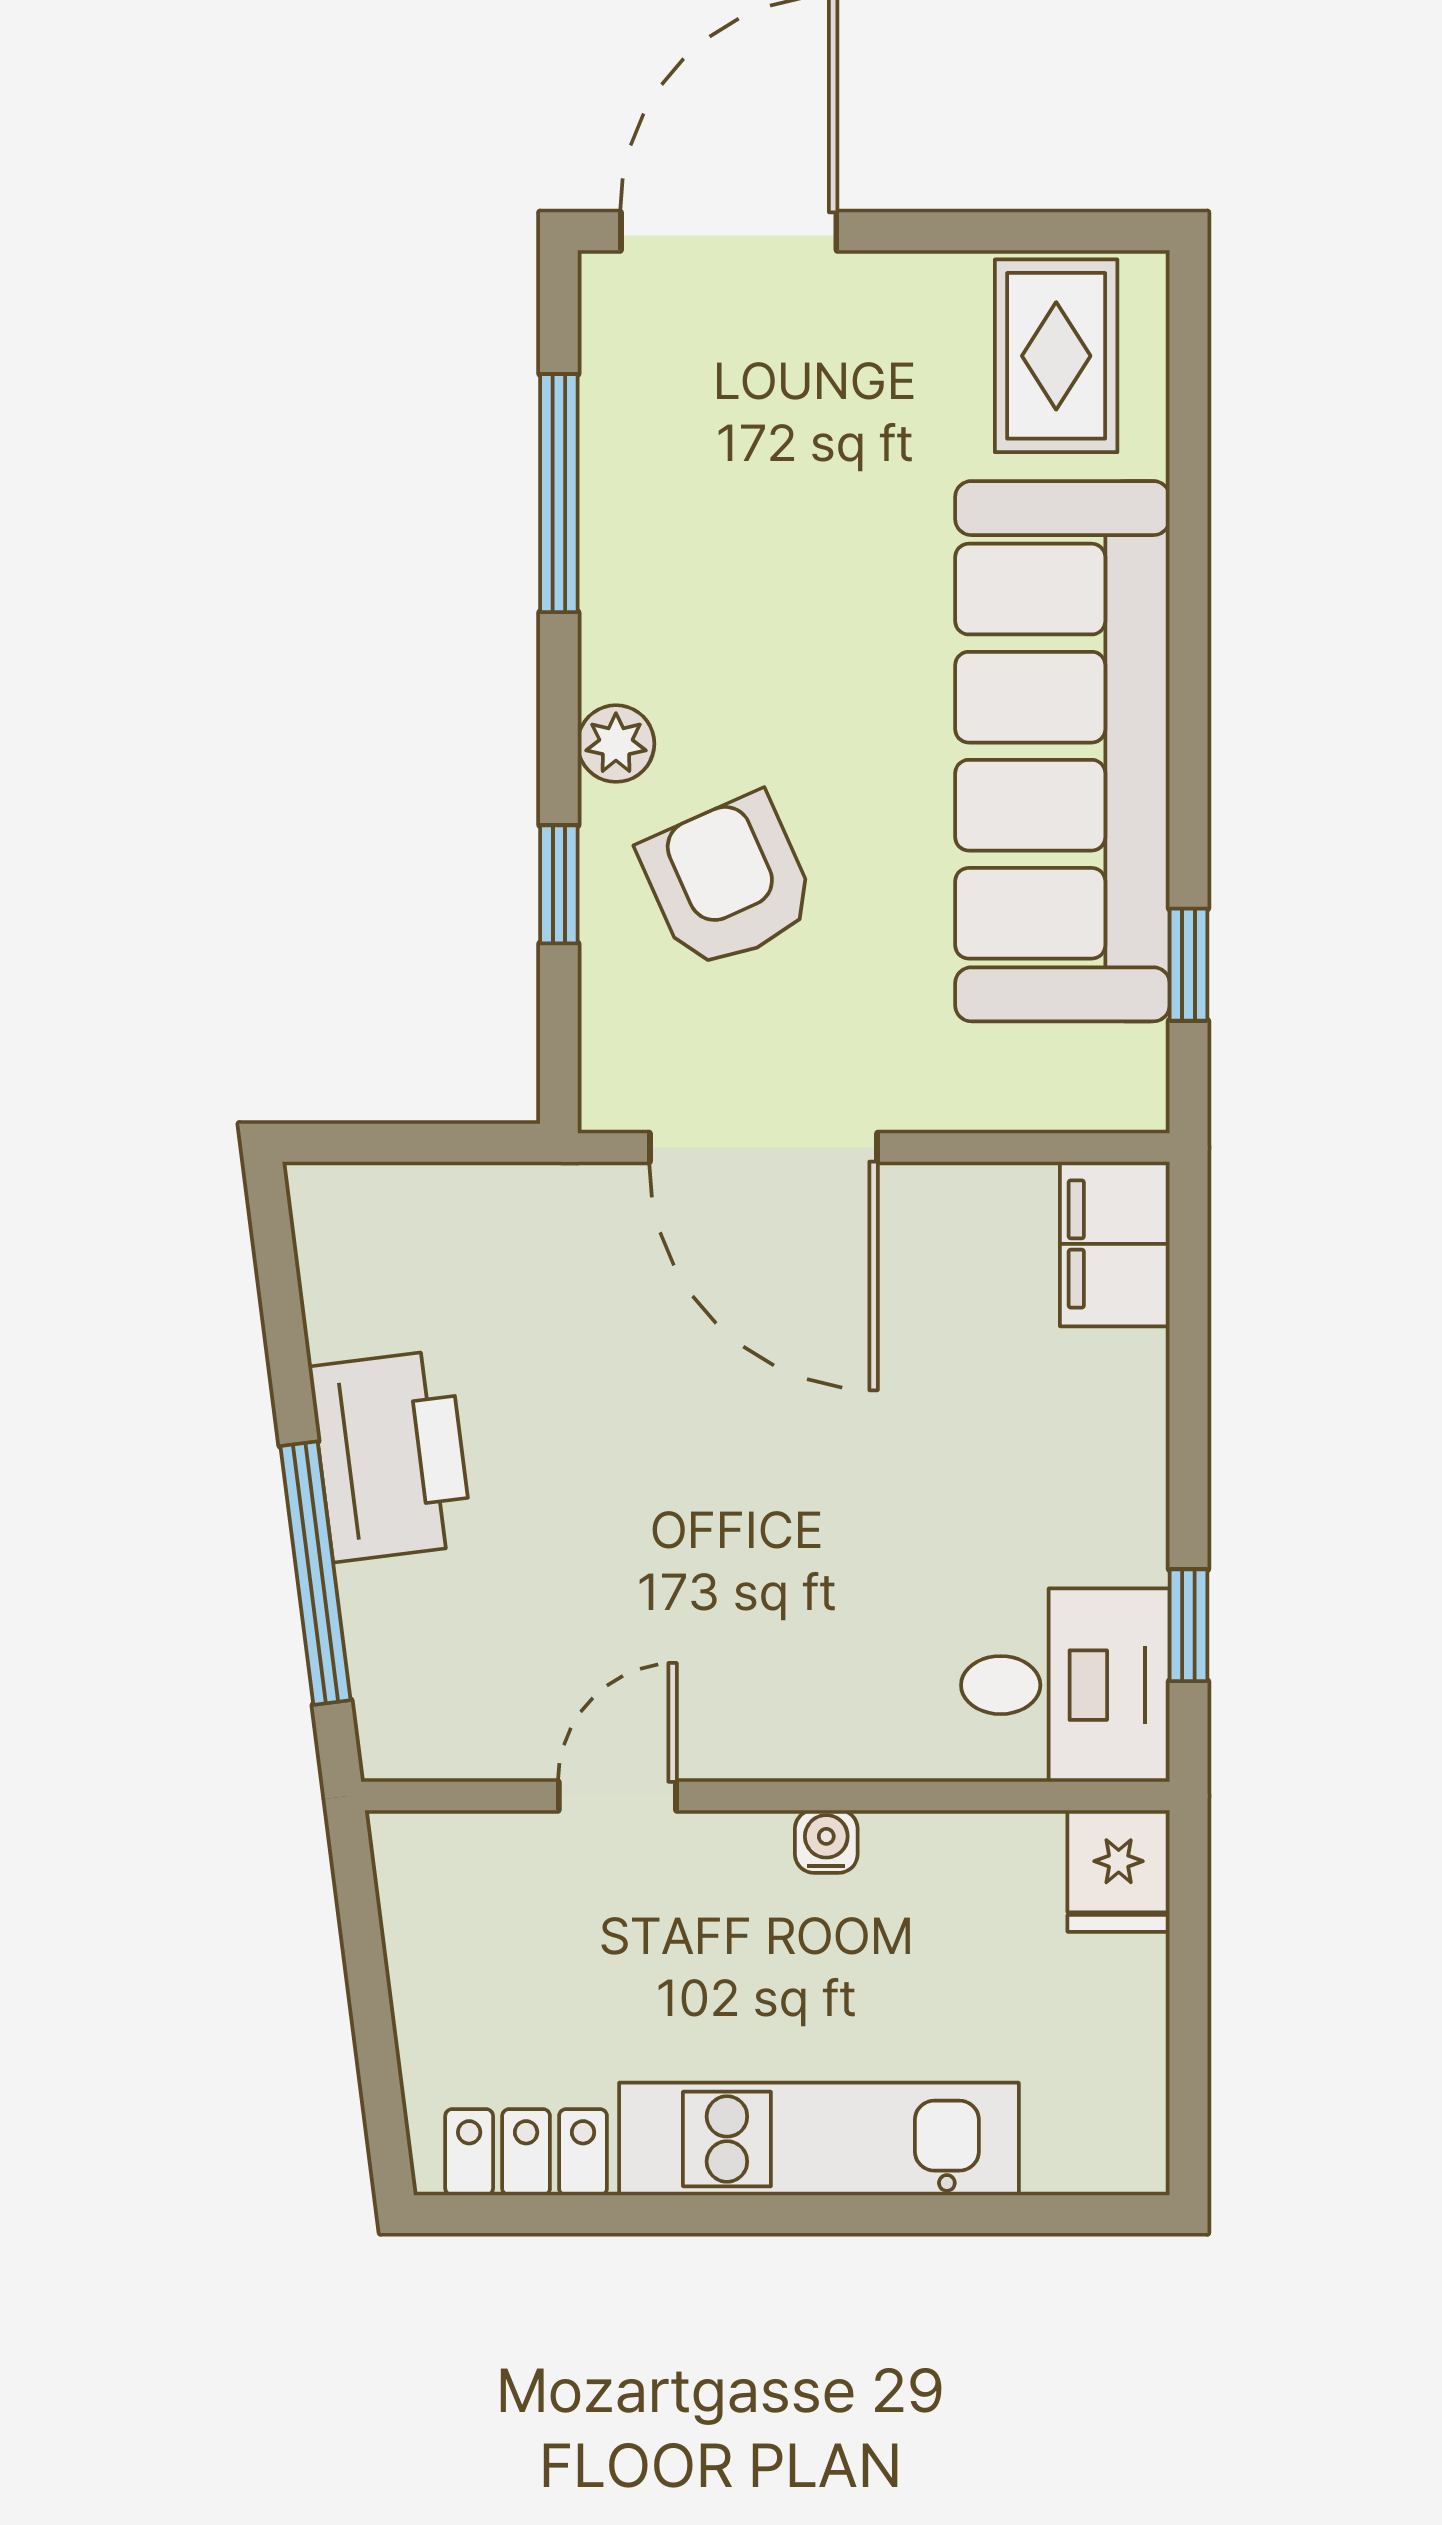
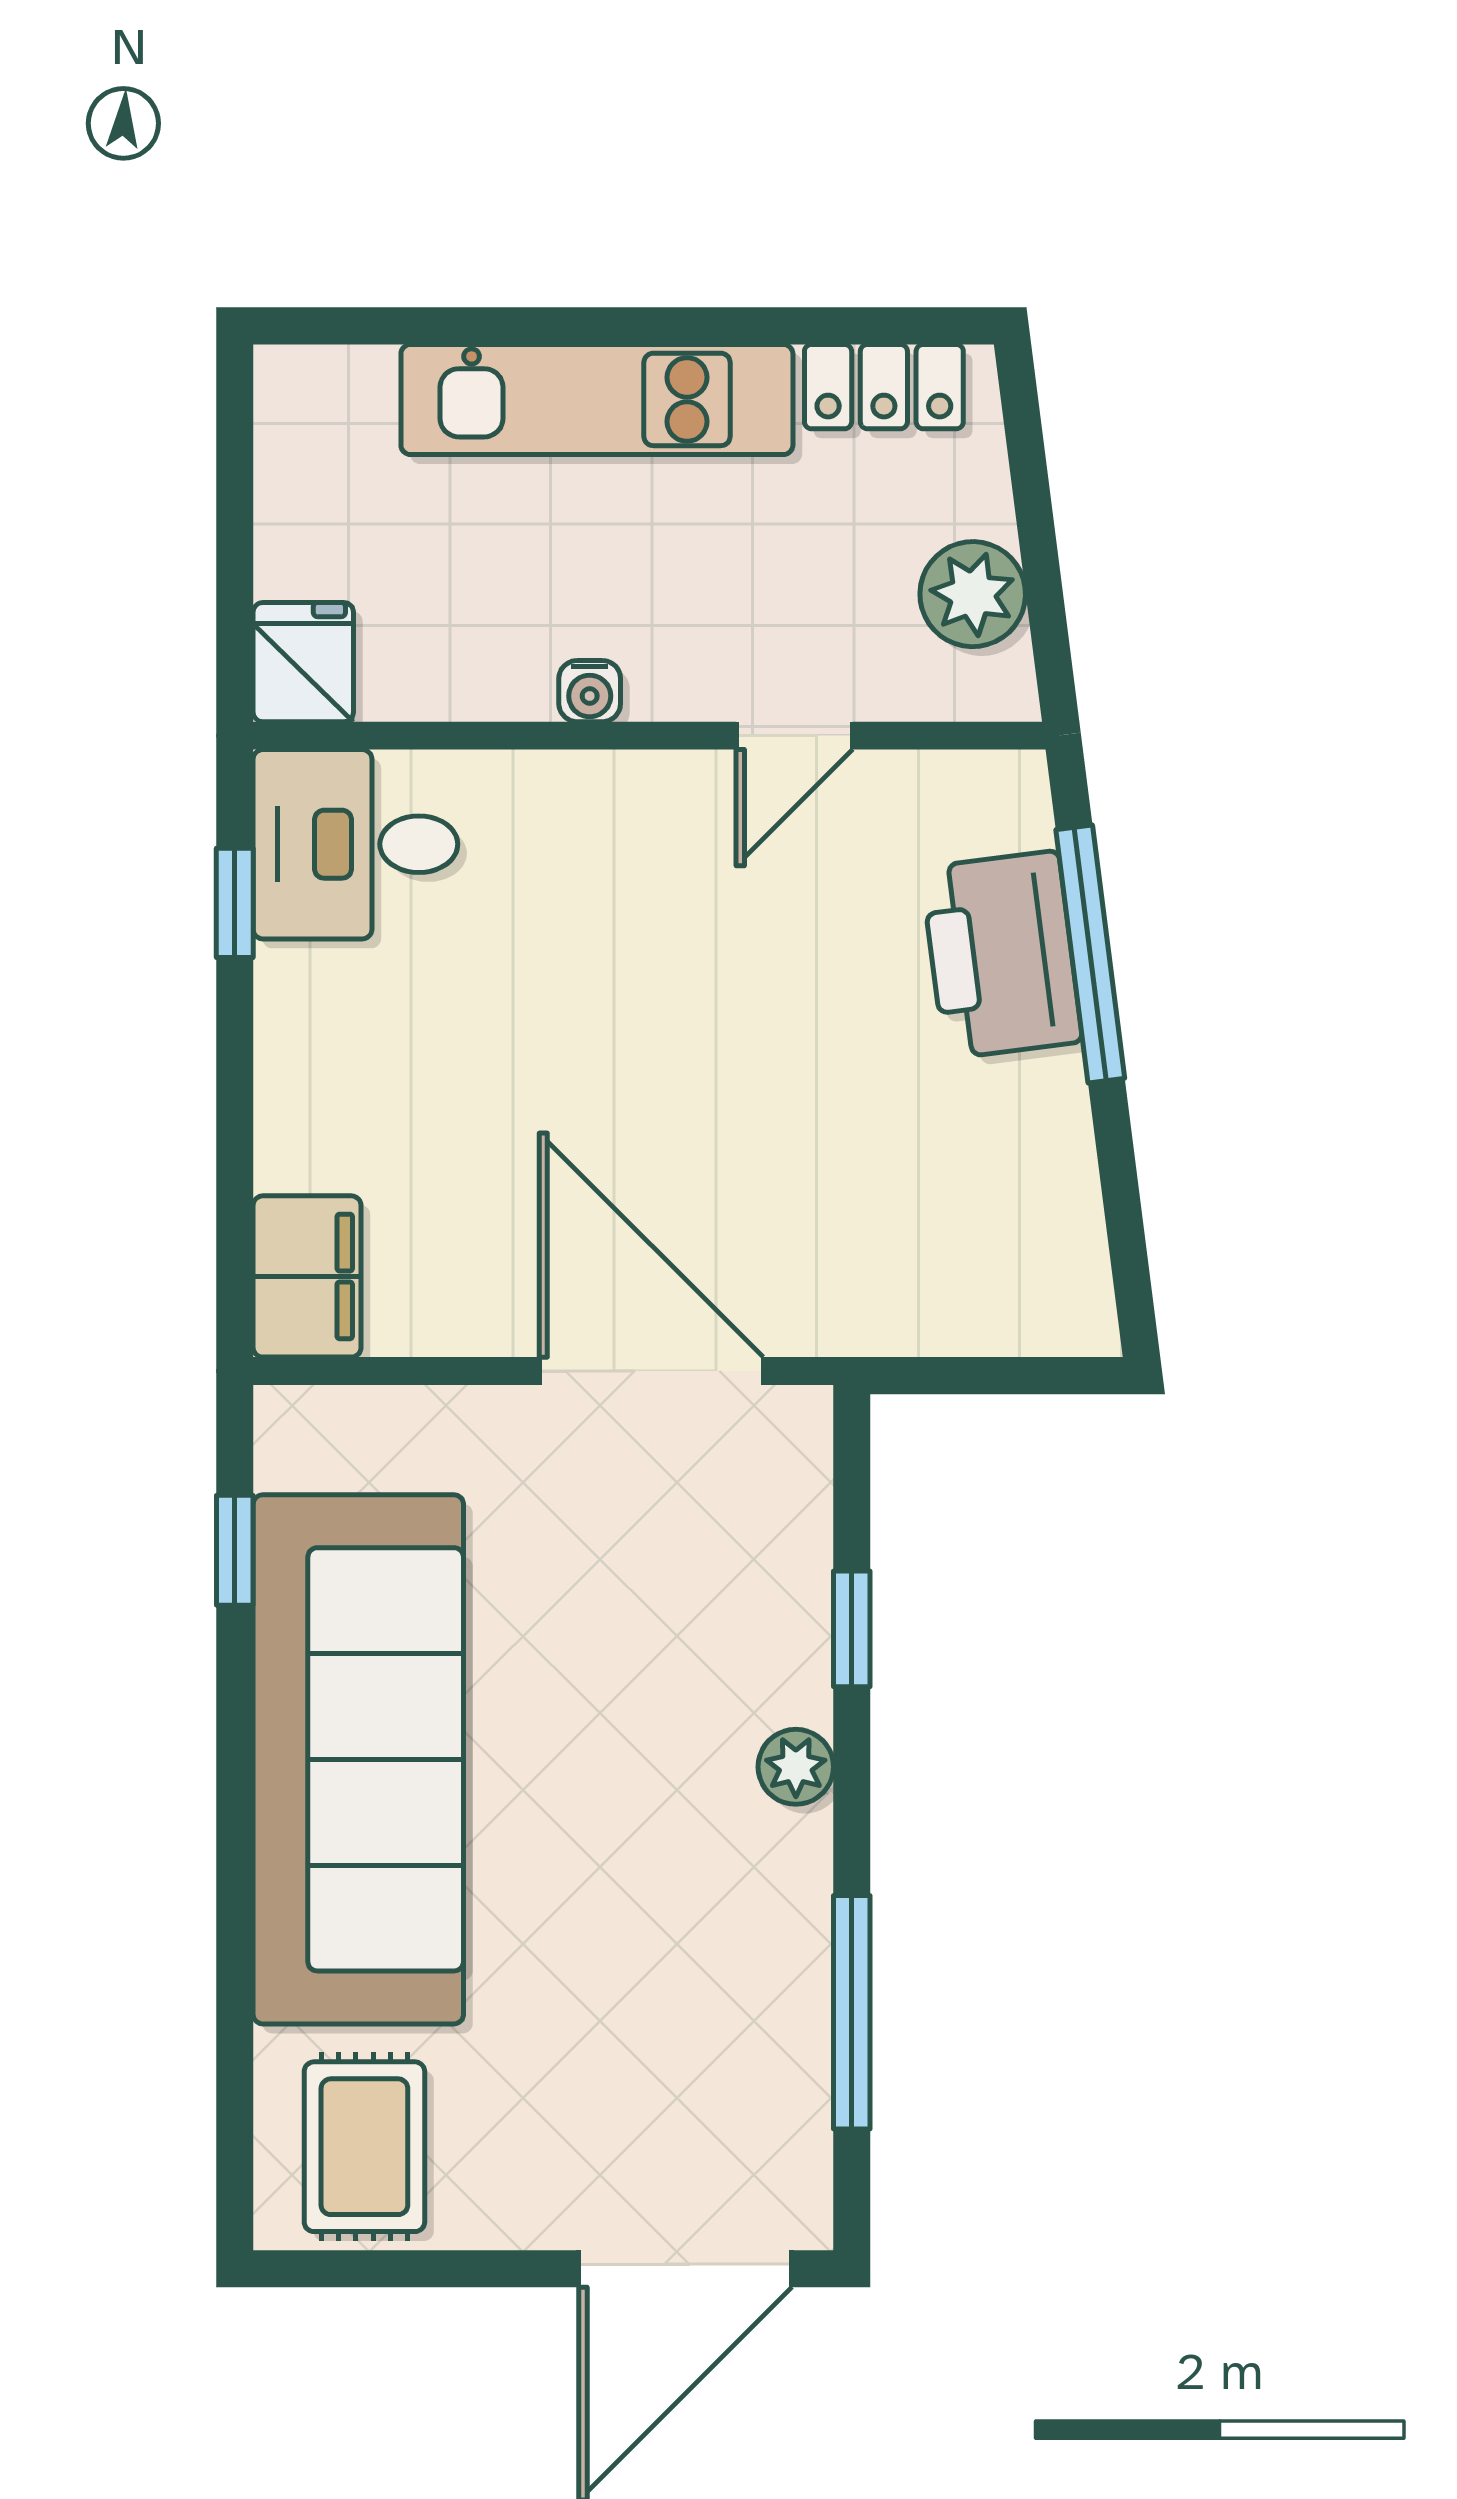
armchair: (728, 882) -> (686, 1631), removed
printer: (391, 1456) -> (1002, 955), moved
plant: (435, 1940) -> (973, 594), added

